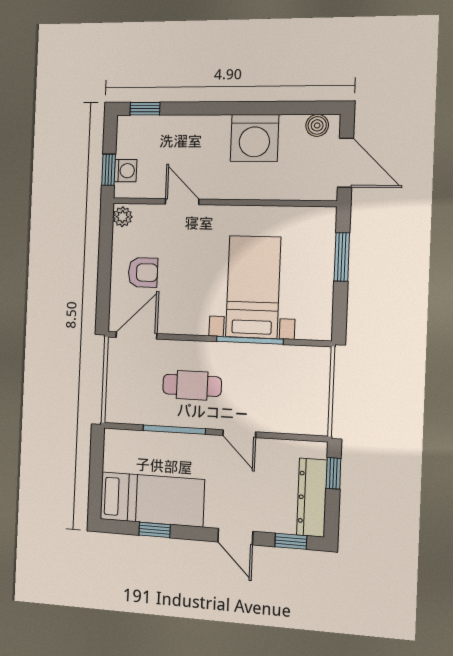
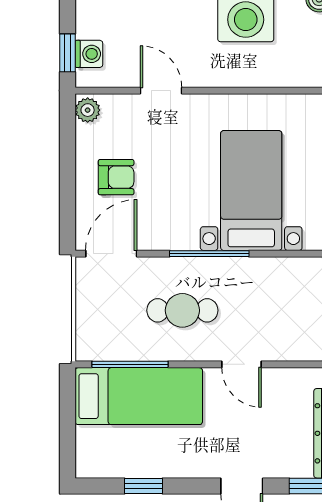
window: (250, 340) -> (209, 254), moved
window: (174, 430) -> (130, 364), moved
bed: (152, 499) -> (139, 396), moved

